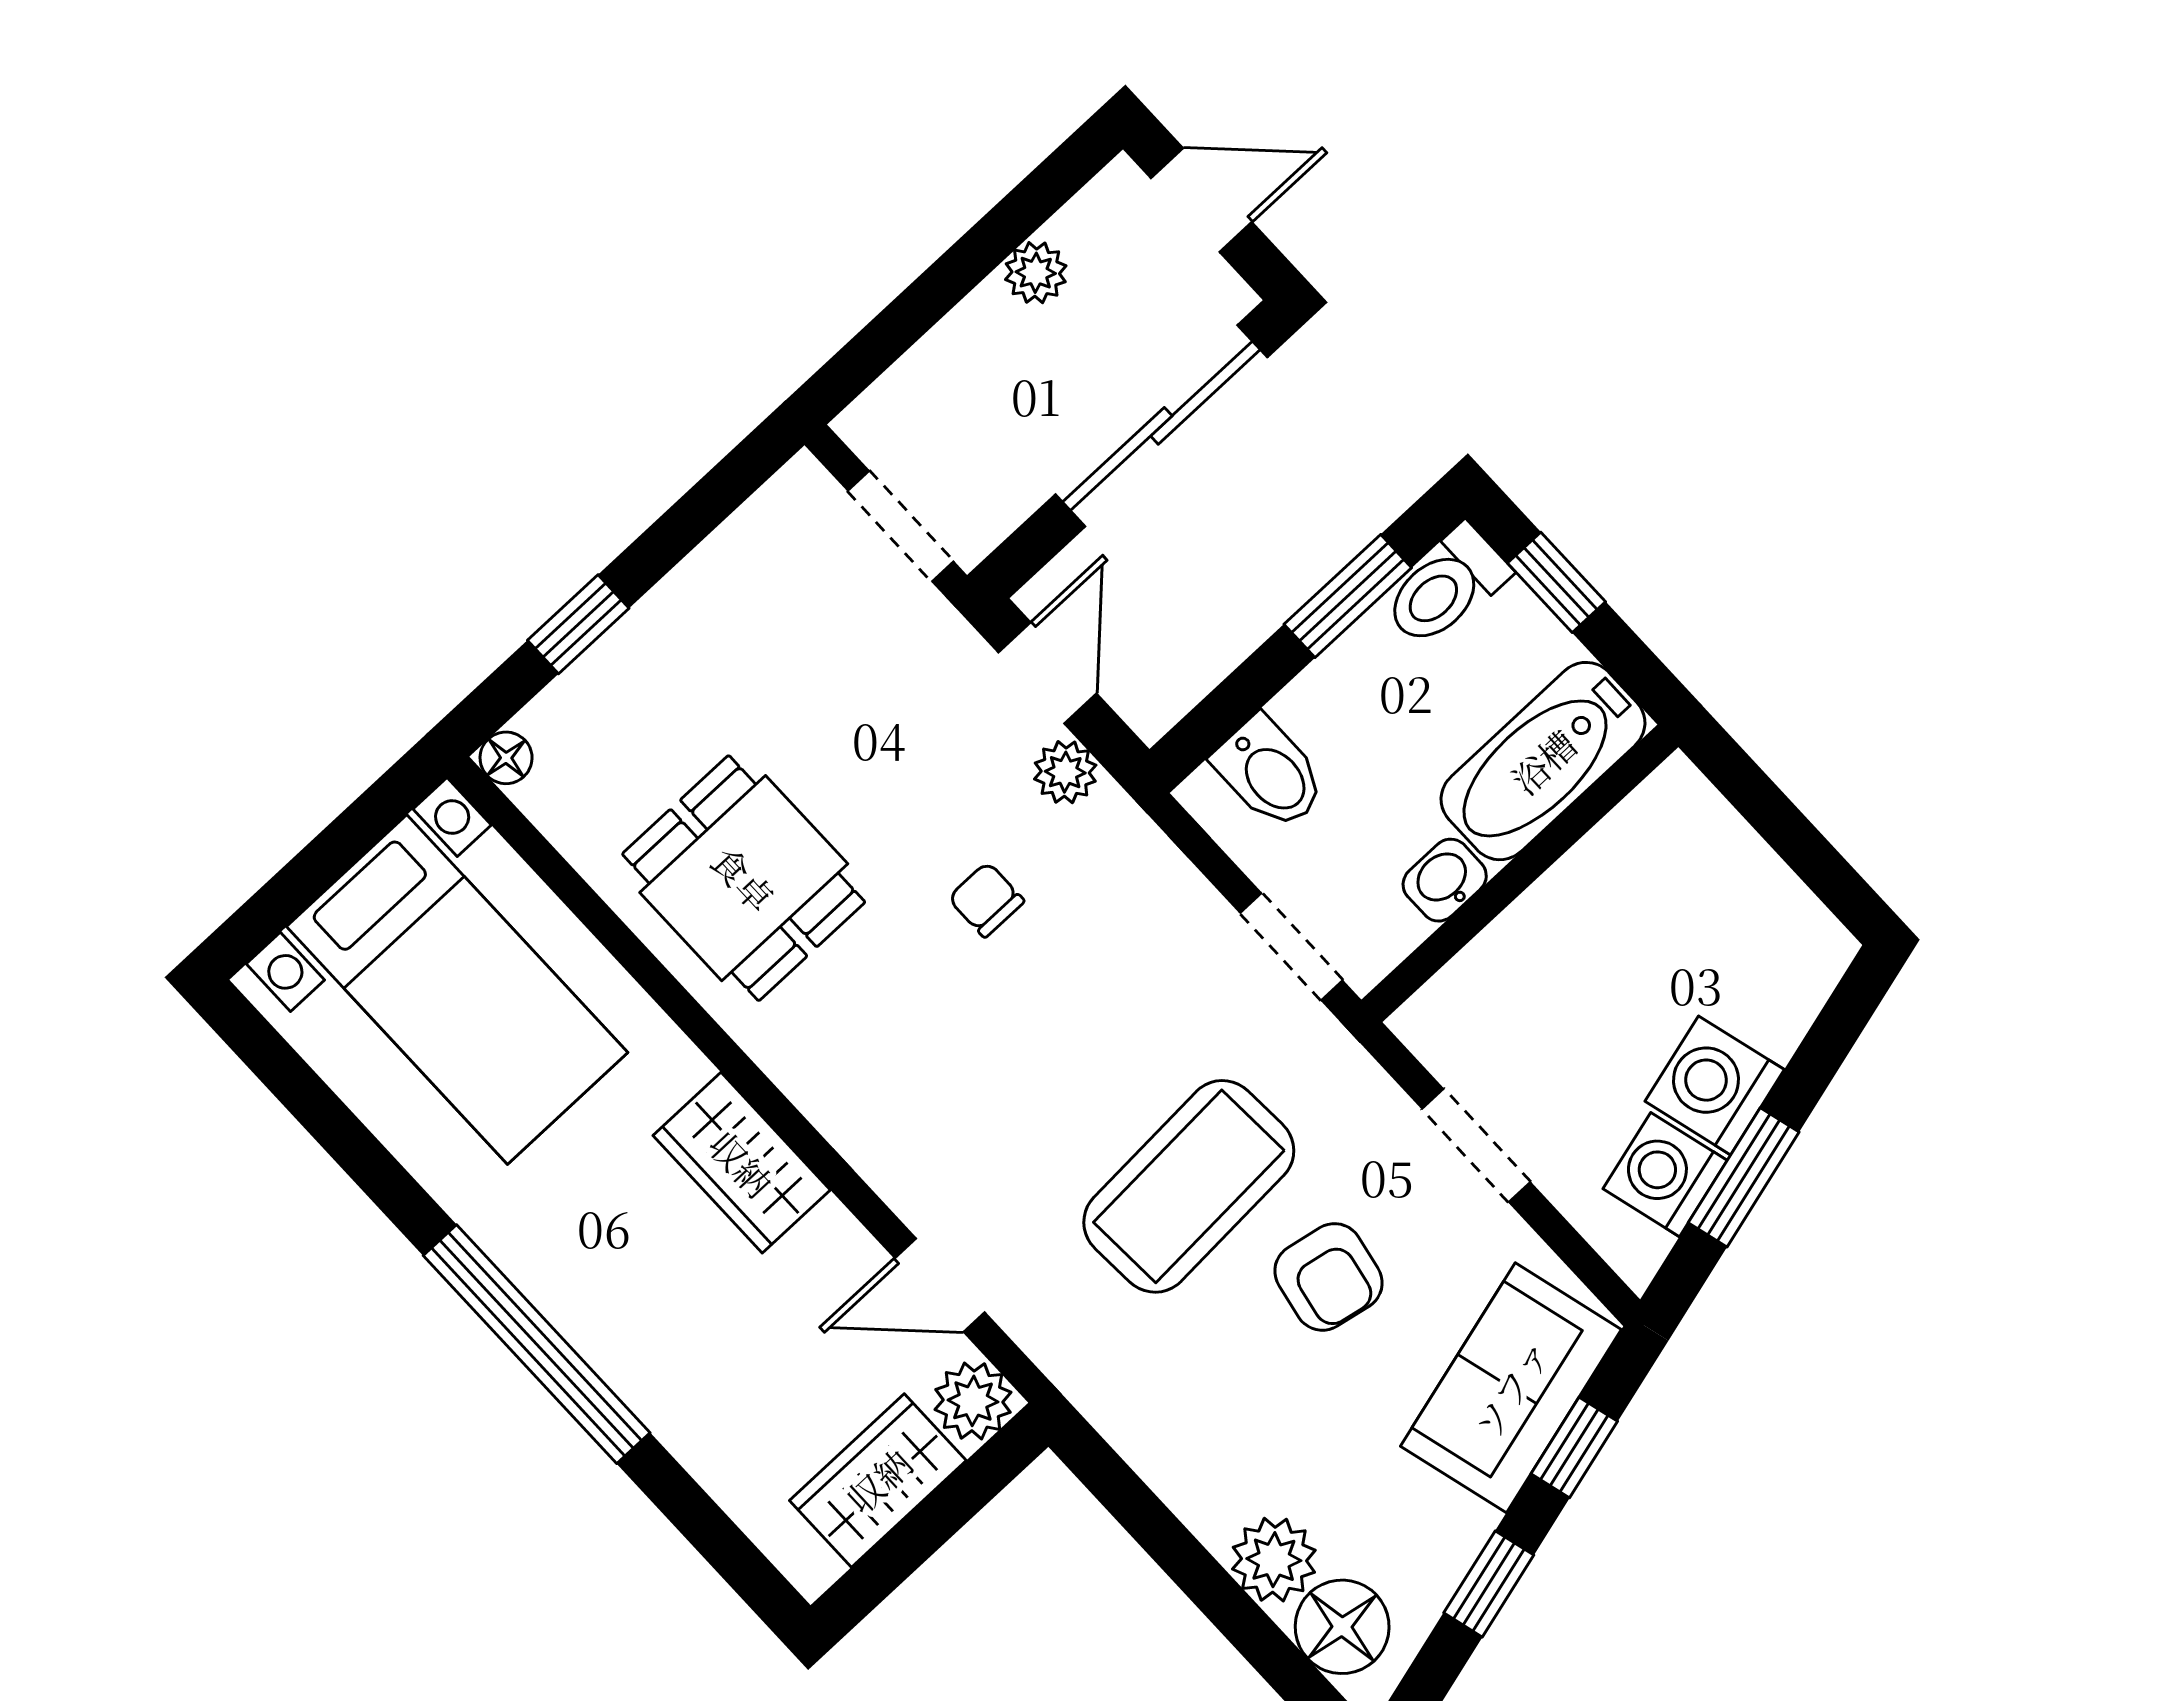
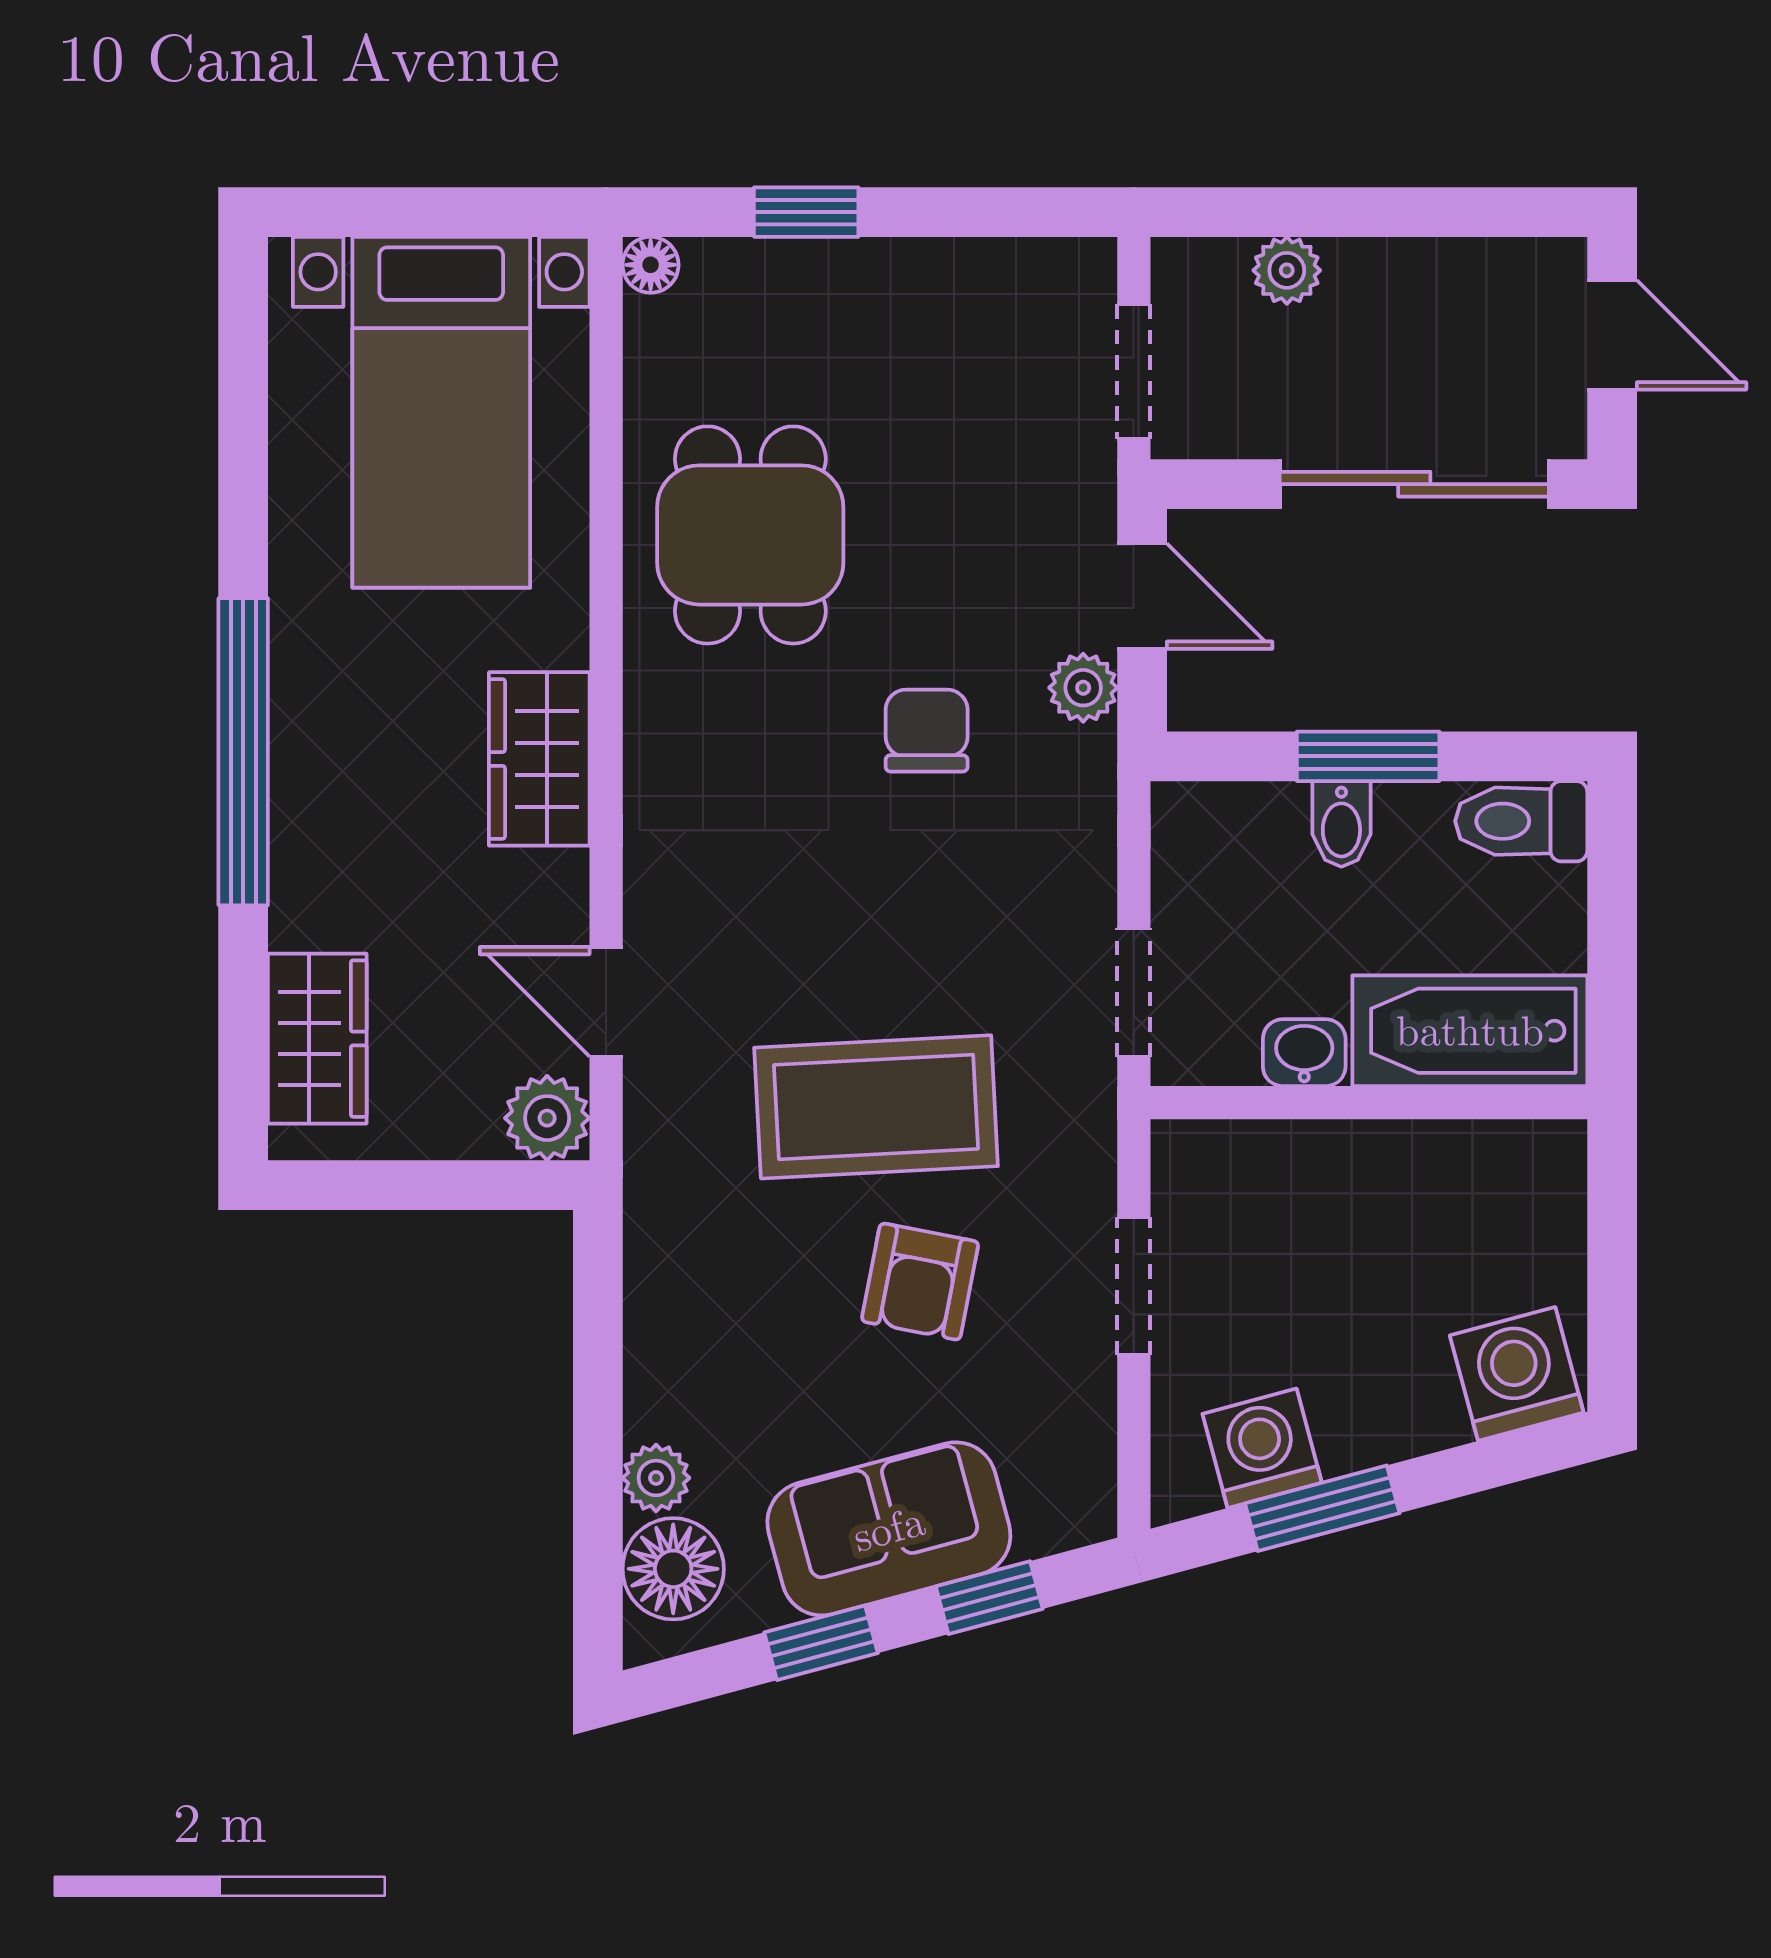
plant: (1036, 273) -> (1287, 270), moved
window: (1557, 582) -> (1612, 899), removed
window: (1348, 596) -> (1368, 756), moved
door: (1047, 673) -> (1142, 596), hinge flipped
bidet: (1270, 773) -> (1341, 824), moved, width x0.72, depth x0.74
chair: (986, 900) -> (927, 731), width x1.37, depth x1.37
washing machine: (1715, 1085) -> (1517, 1374), moved
sofa: (1511, 1388) -> (889, 1529), moved
wardrobe: (878, 1480) -> (317, 1039), moved, turned 90
plant: (1274, 1560) -> (656, 1478), width x0.73, depth x0.73

